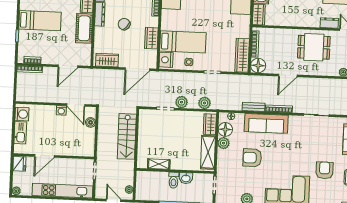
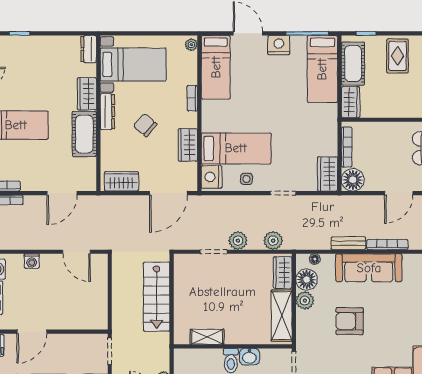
wardrobe: (242, 55) -> (328, 174), width x0.67
washing machine: (61, 110) -> (32, 261), moved
boiler: (91, 122) -> (100, 277), removed

